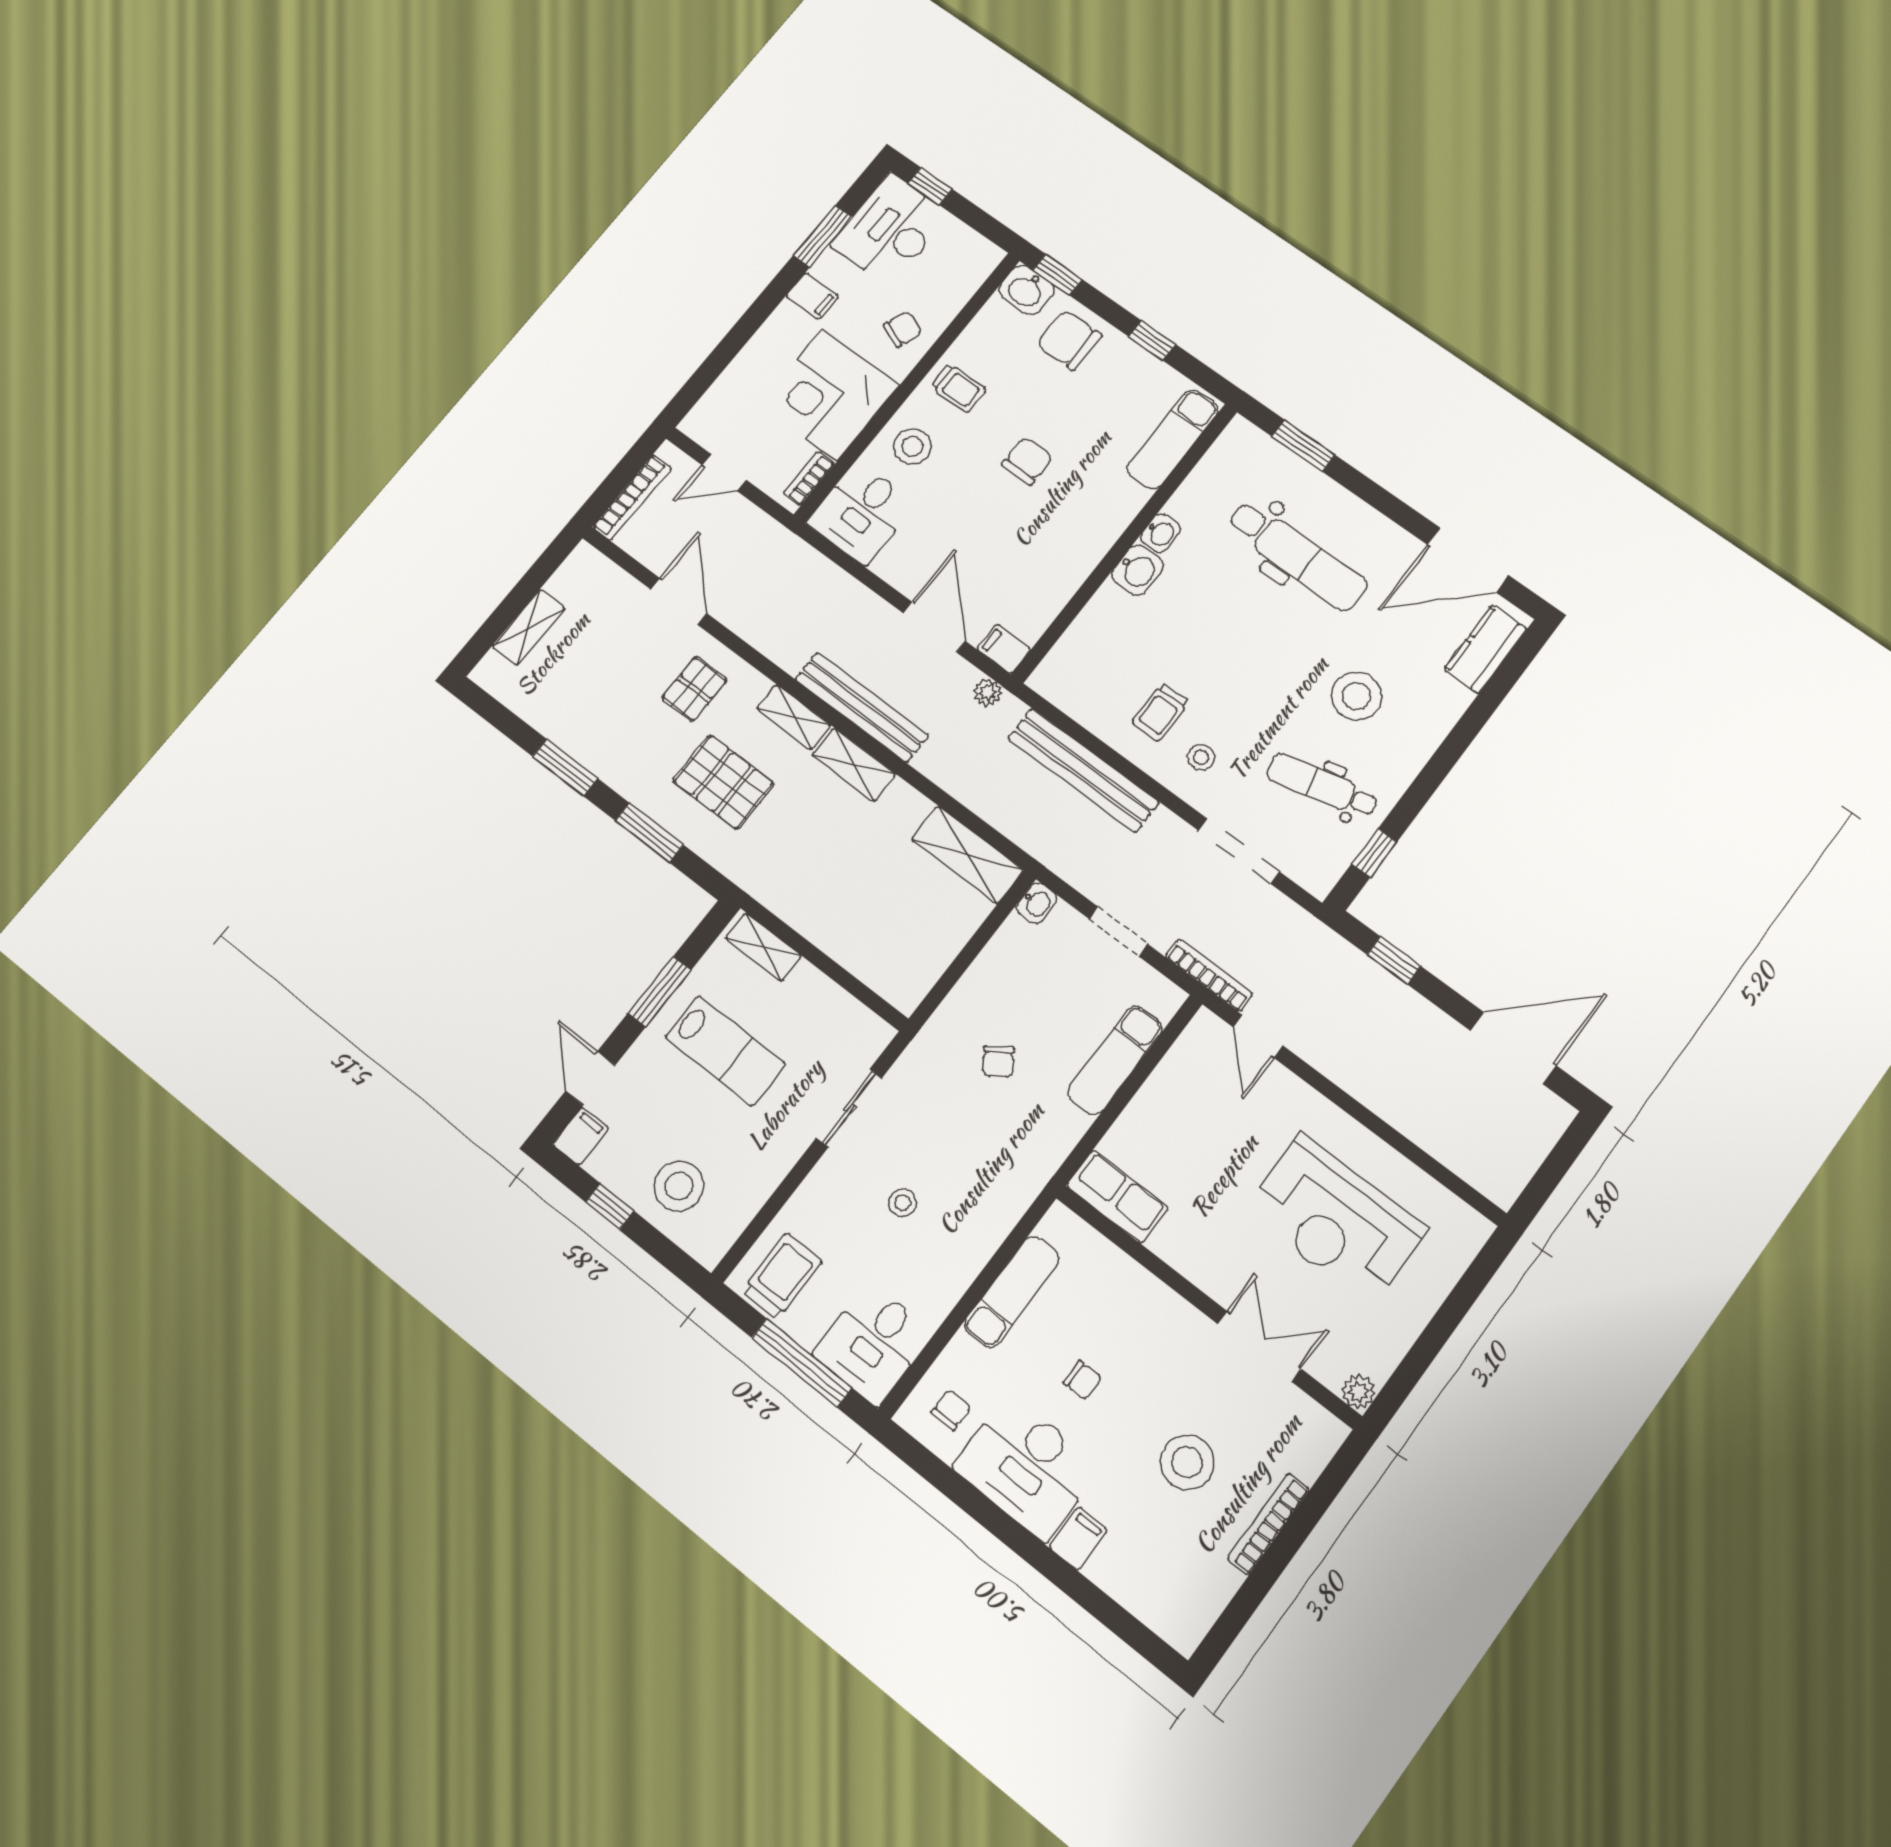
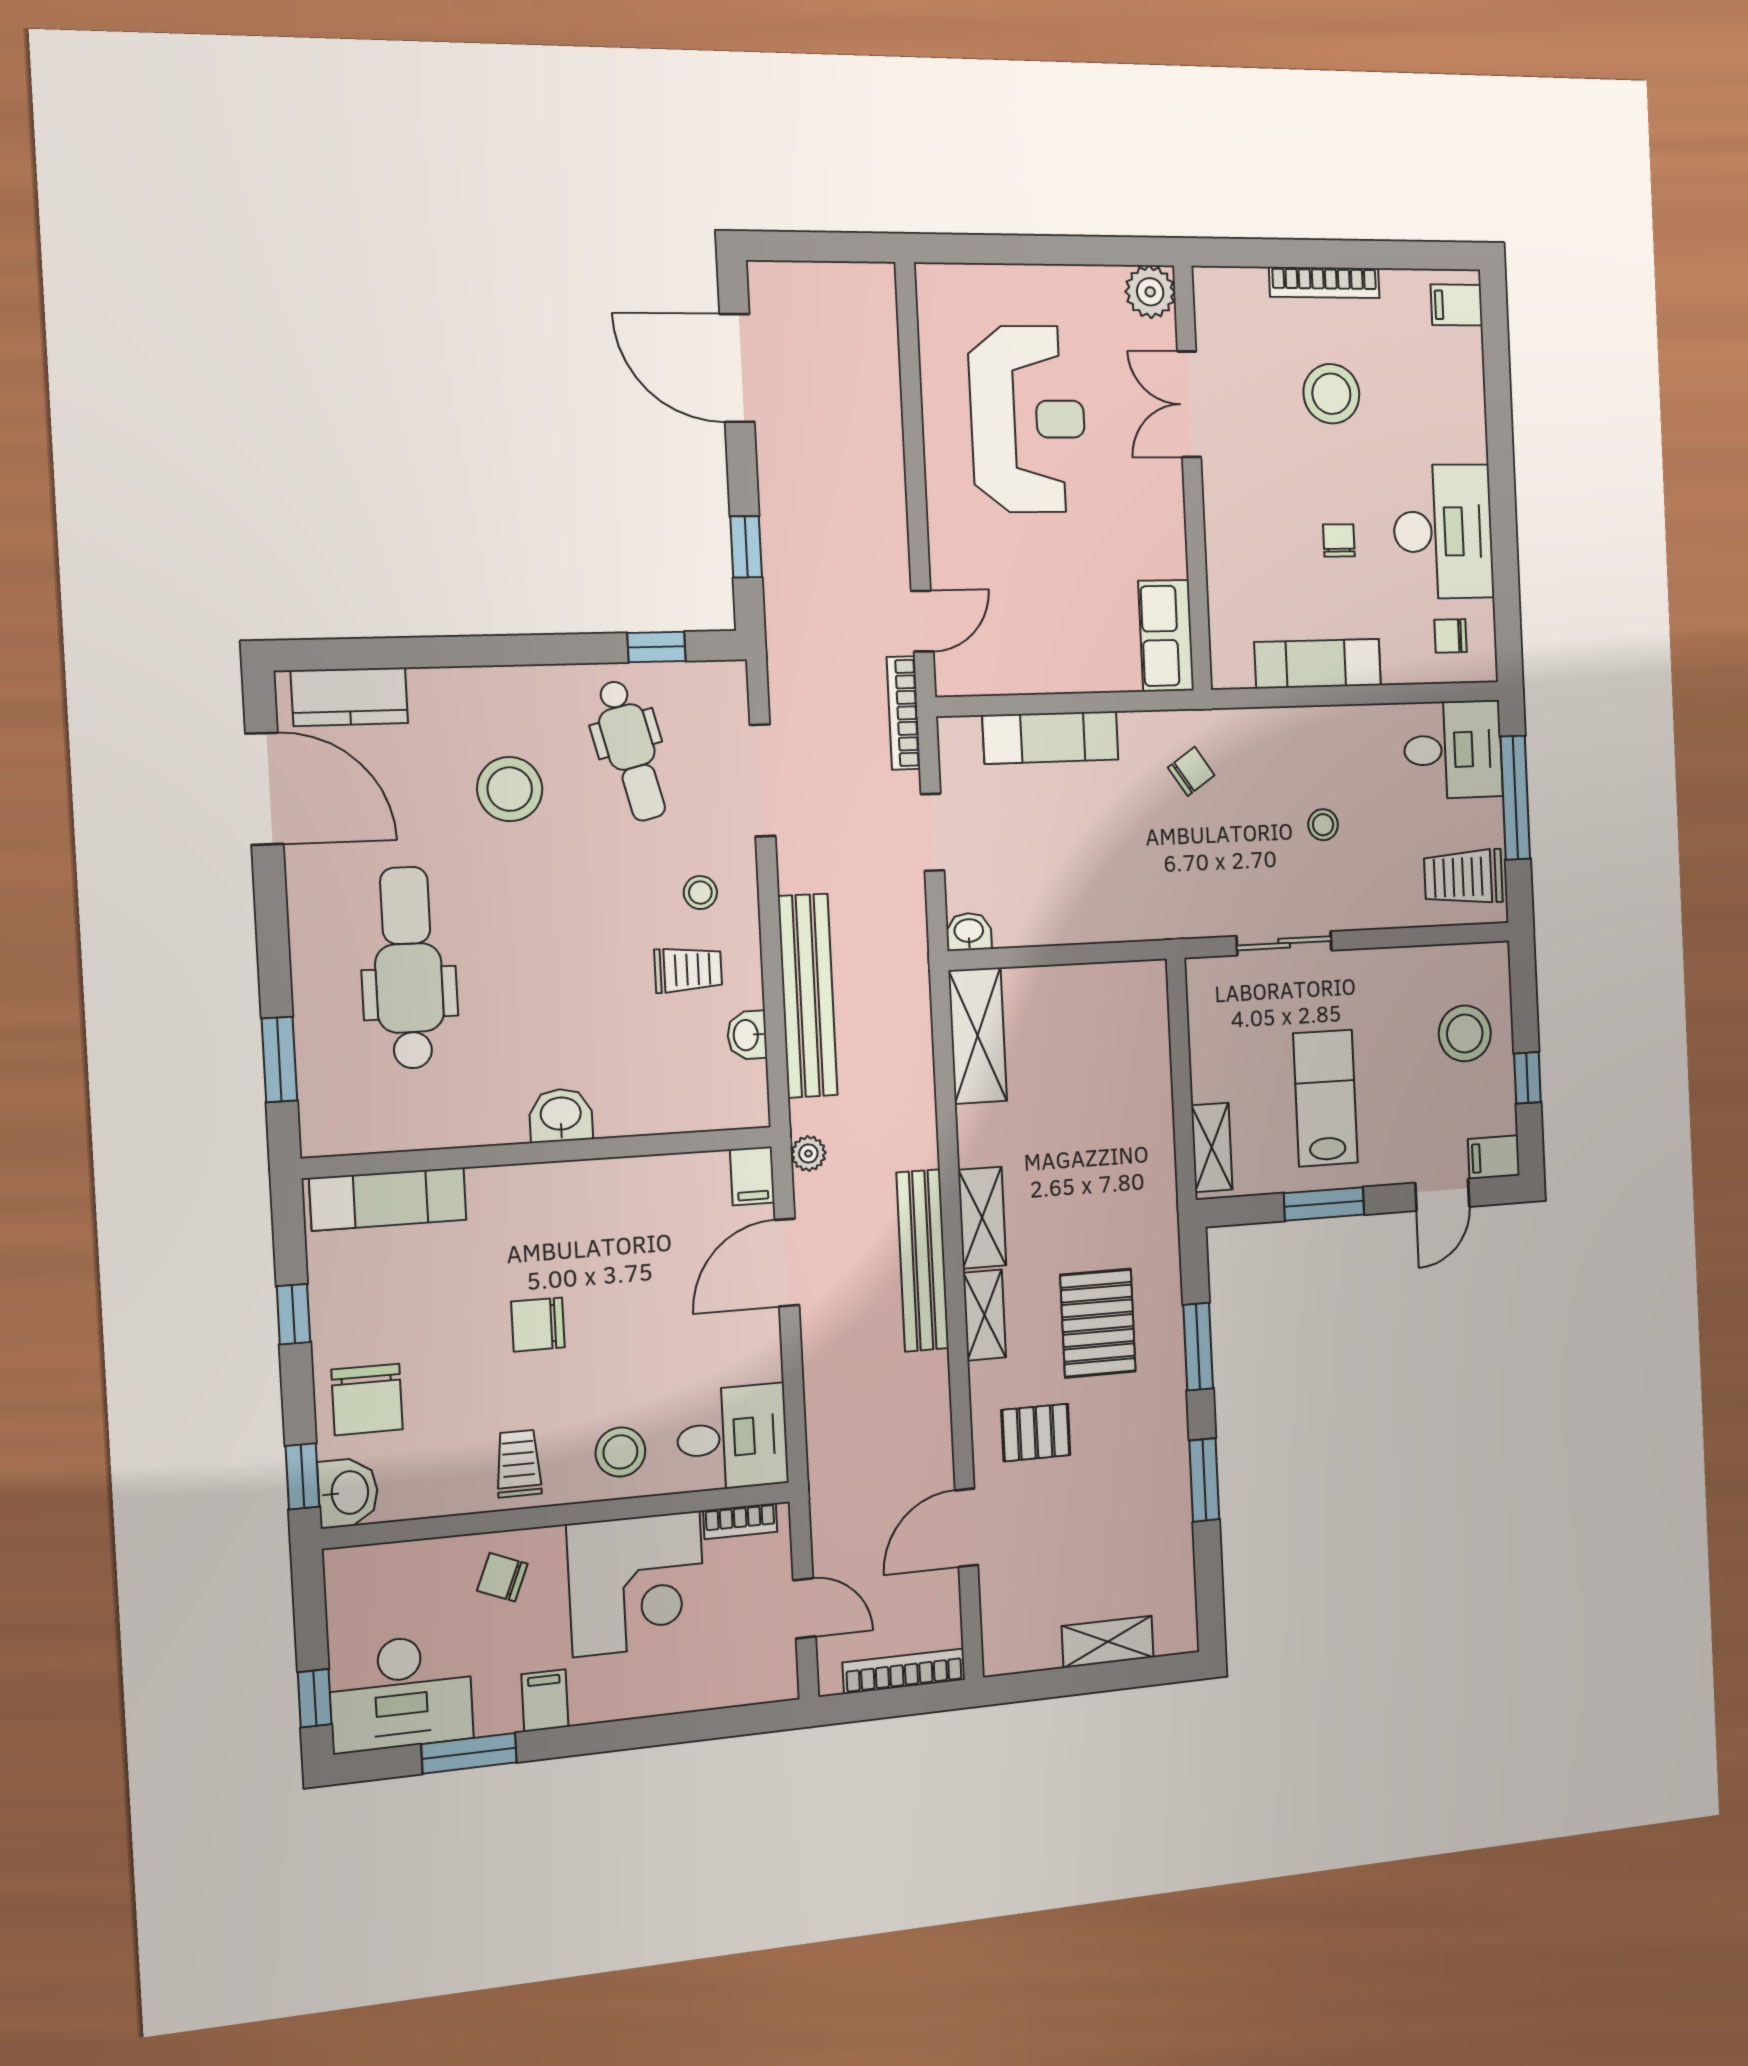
washbasin: (1161, 533) -> (747, 1035), moved, turned -90
chair: (998, 1061) -> (1191, 771), moved
plant: (1358, 1392) -> (1150, 292), width x1.38, depth x1.38
filing cabinet: (1078, 1539) -> (1457, 305), moved

